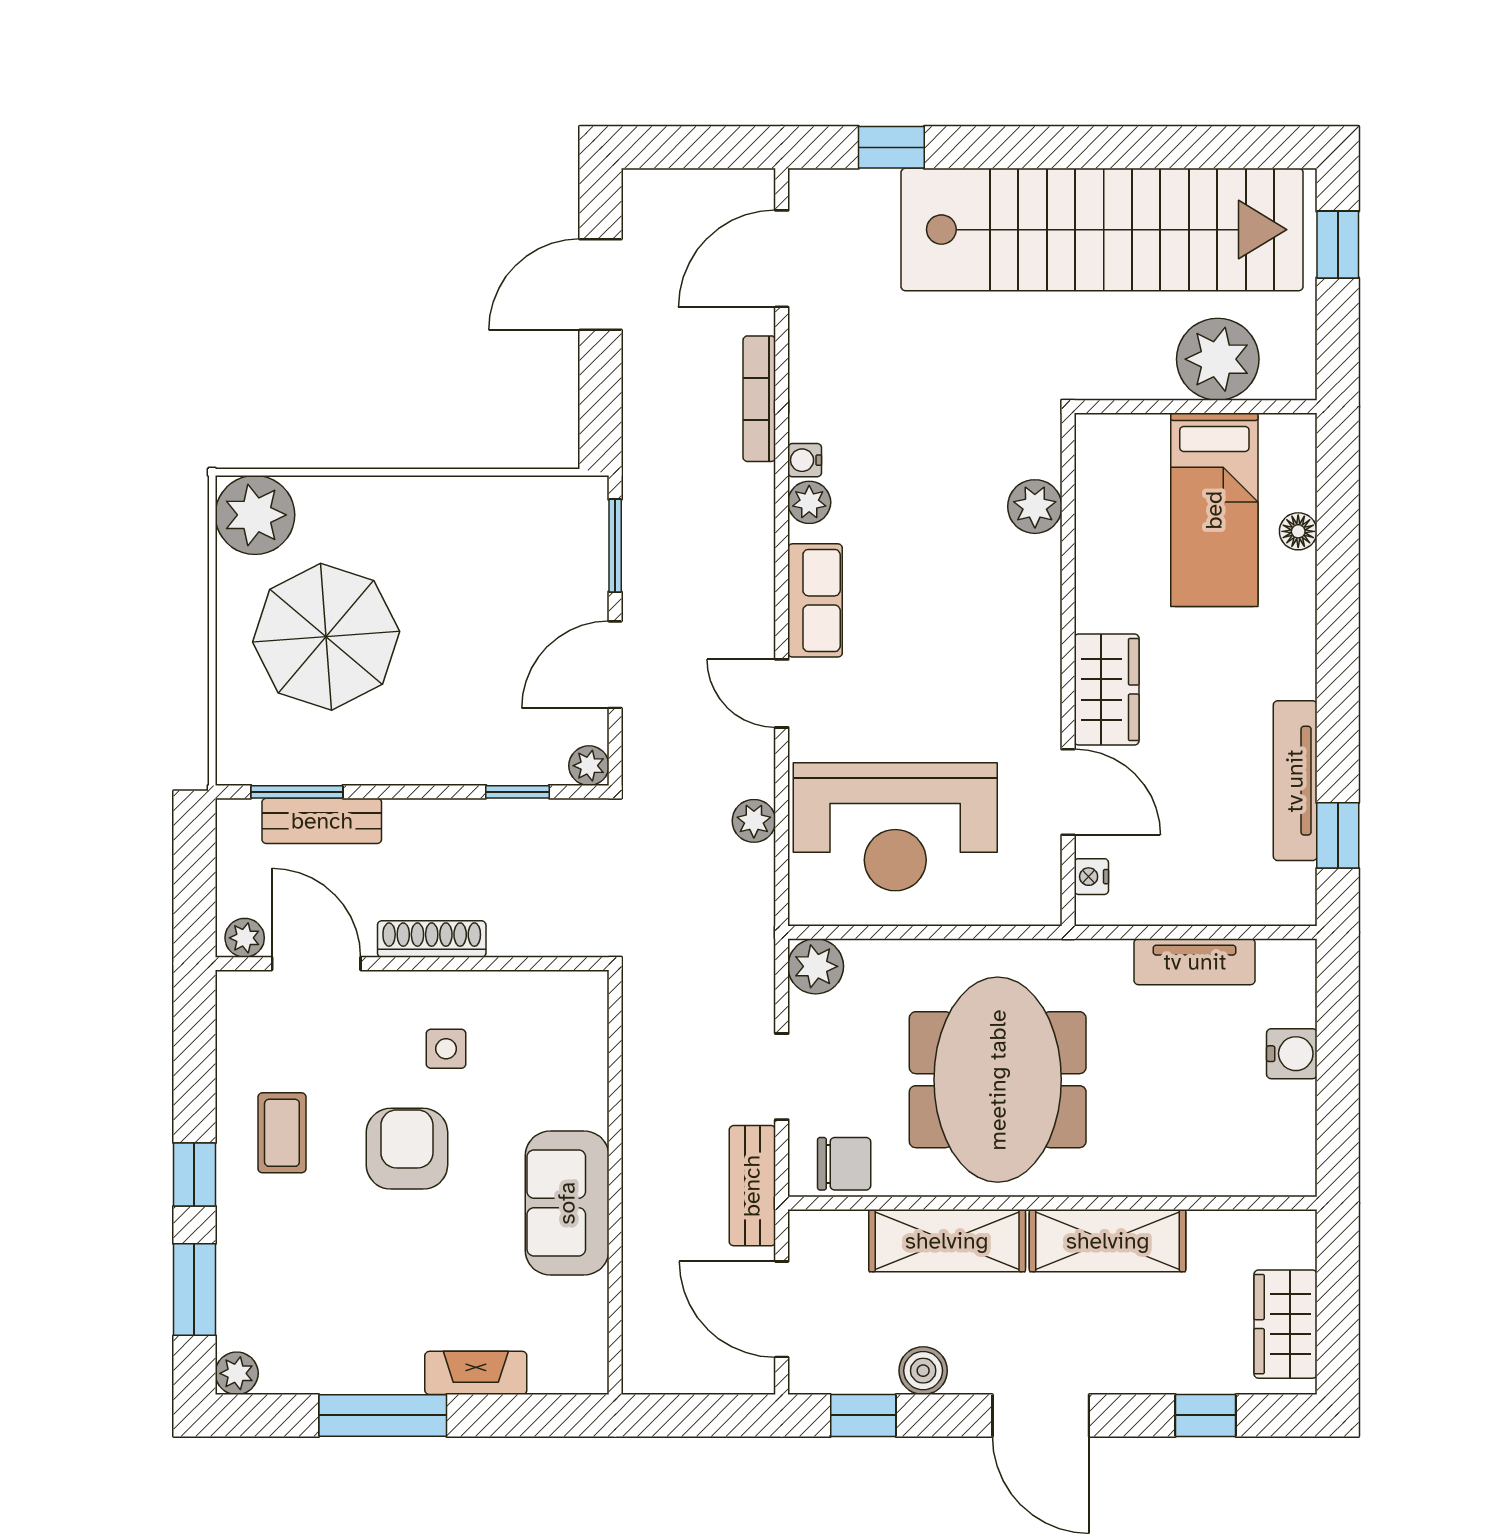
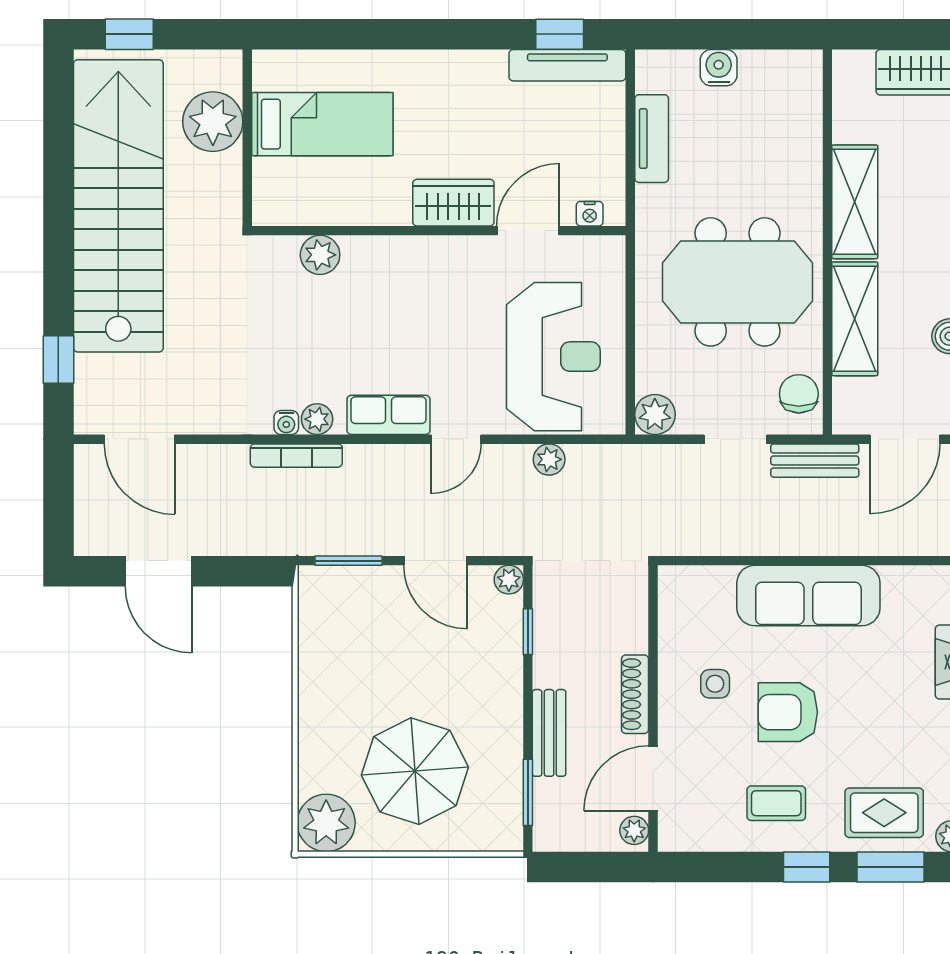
bookcase: (759, 399) -> (296, 456), moved
floor lamp: (1298, 531) -> (338, 63), removed
tv unit: (1295, 781) -> (567, 65), moved
bench: (322, 821) -> (549, 733), moved
sofa: (567, 1203) -> (808, 596), width x1.36
rug: (269, 1281) -> (884, 813), added

